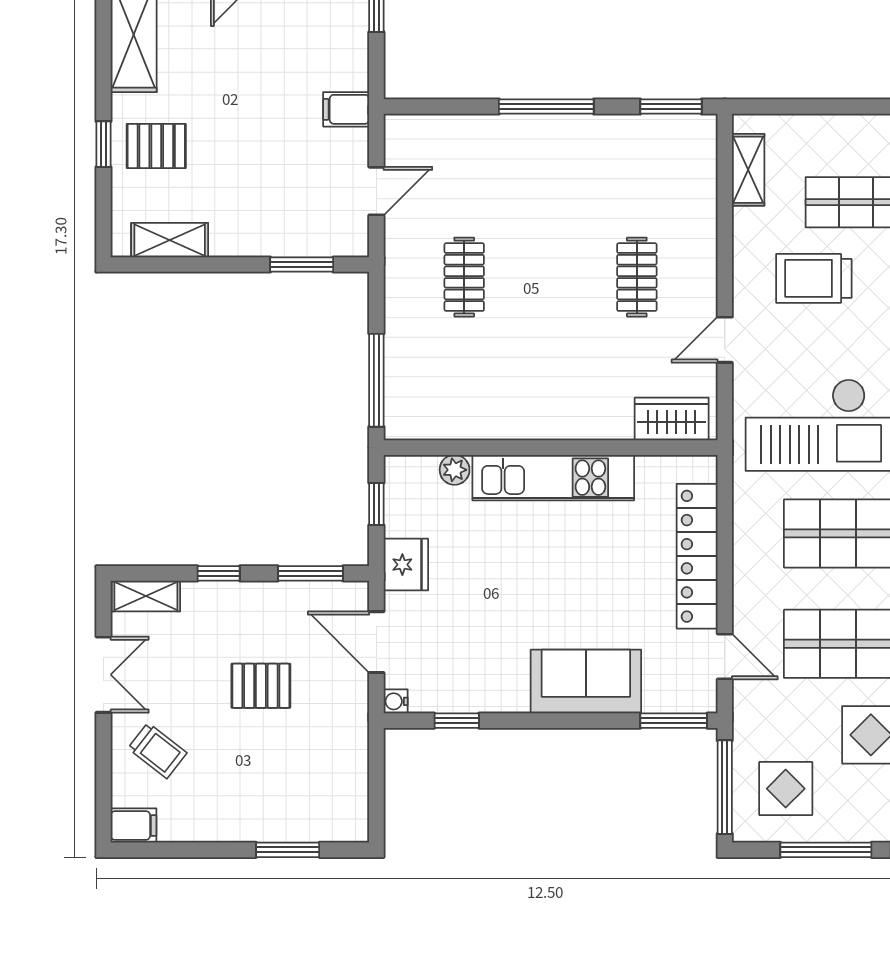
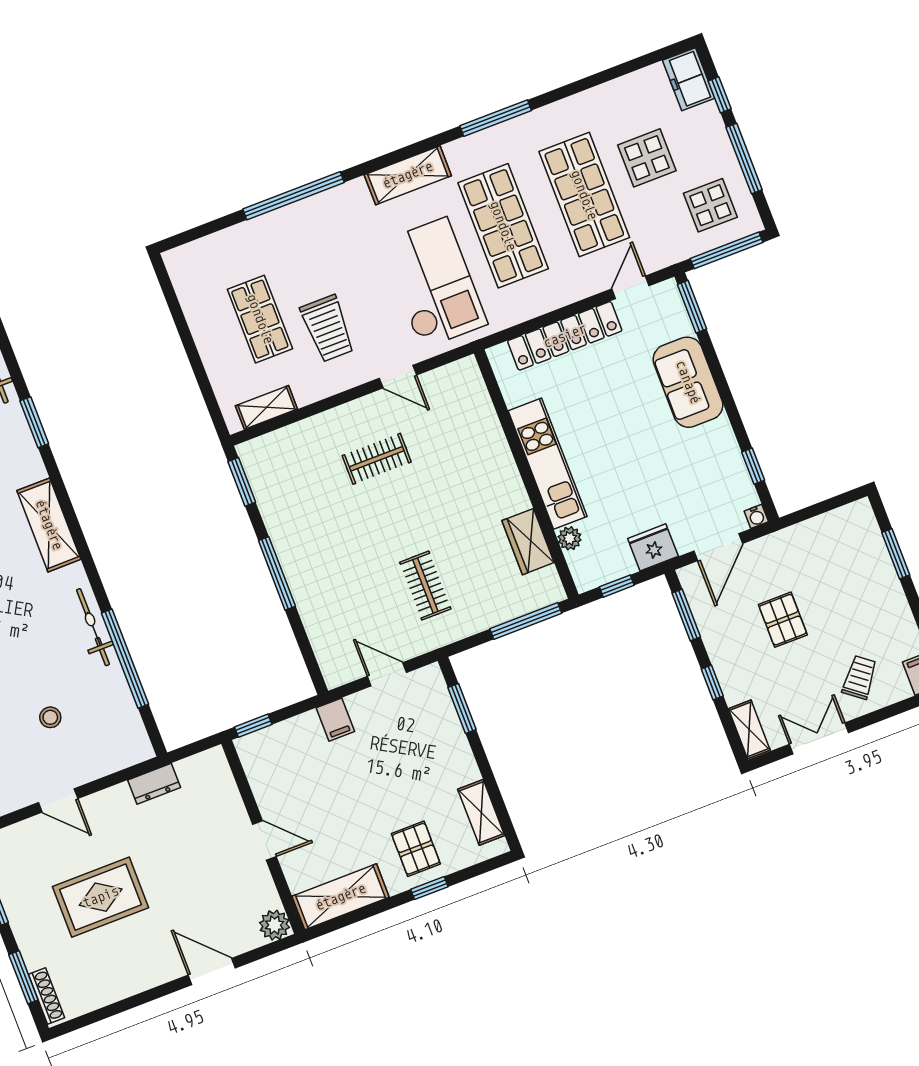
clothes rail: (464, 277) -> (425, 586), turned 90
wardrobe: (672, 419) -> (528, 542), moved

